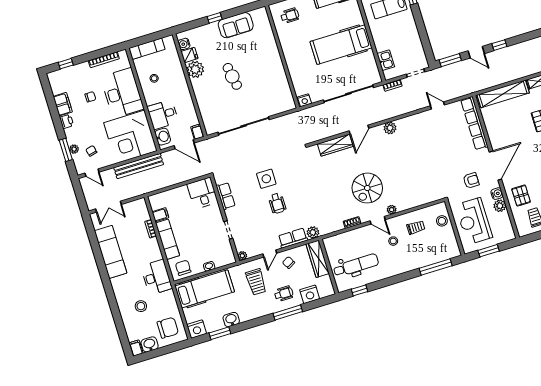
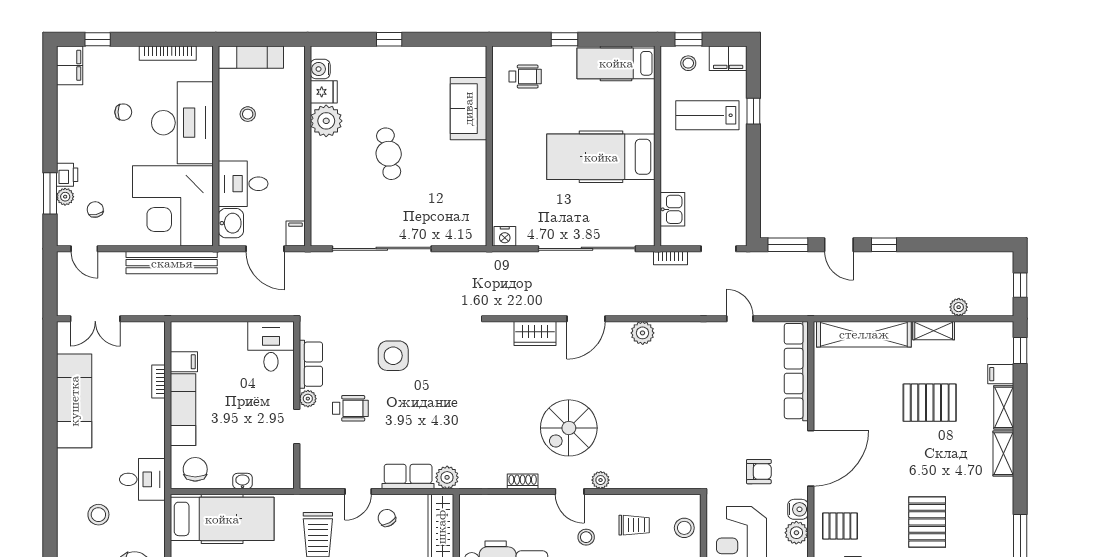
sofa: (236, 25) -> (468, 109), moved, turned 90
filing cabinet: (63, 104) -> (70, 65), moved
printer: (67, 121) -> (67, 175), moved
wardrobe: (335, 145) -> (535, 333), width x0.67
pallet: (521, 196) -> (840, 526), turned 90
wheelchair: (277, 203) -> (350, 408), moved, turned -90
plant: (242, 256) -> (308, 399), moved
desk: (156, 277) -> (142, 479), width x0.73

